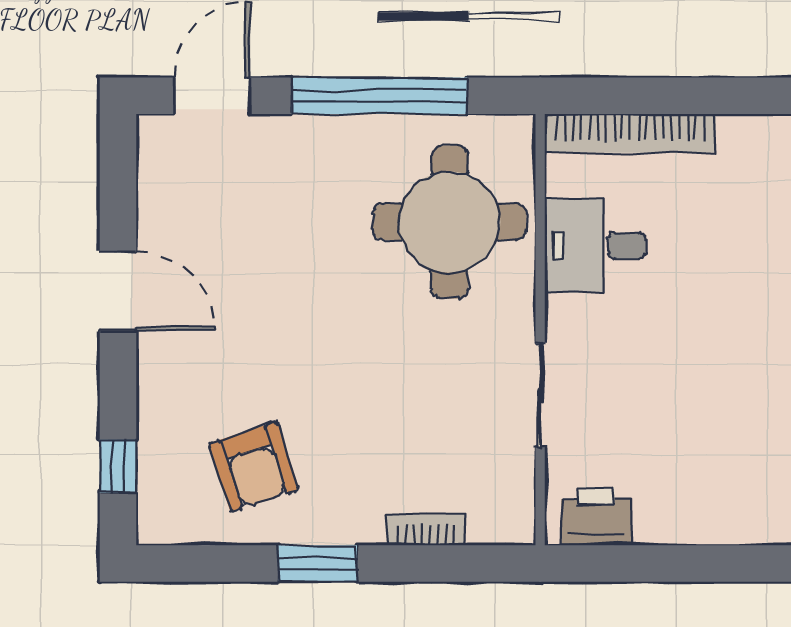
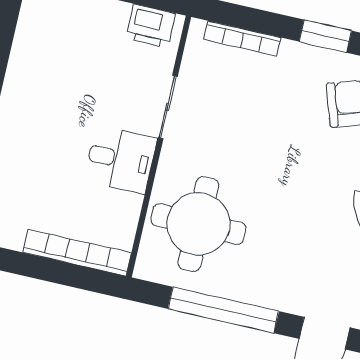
desk: (595, 246) -> (121, 160), moved
bookcase: (426, 530) -> (242, 38), width x1.56

